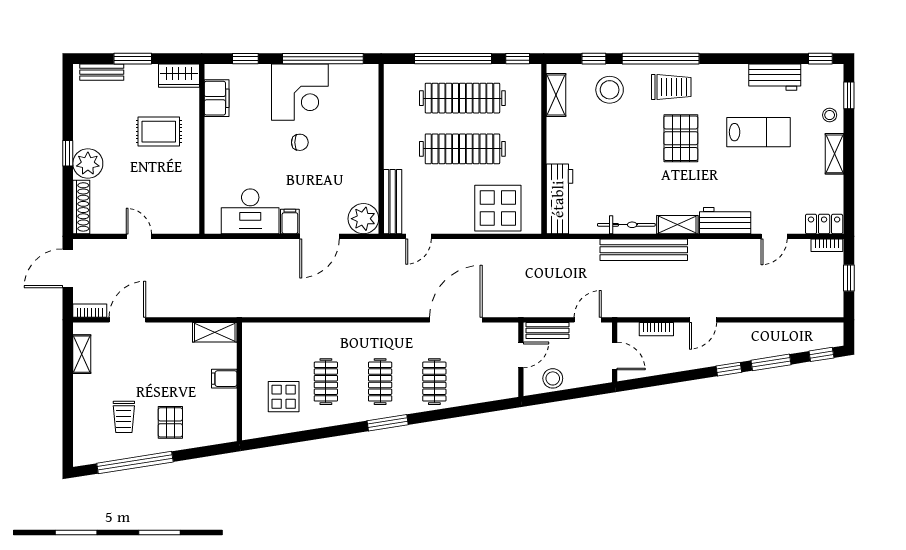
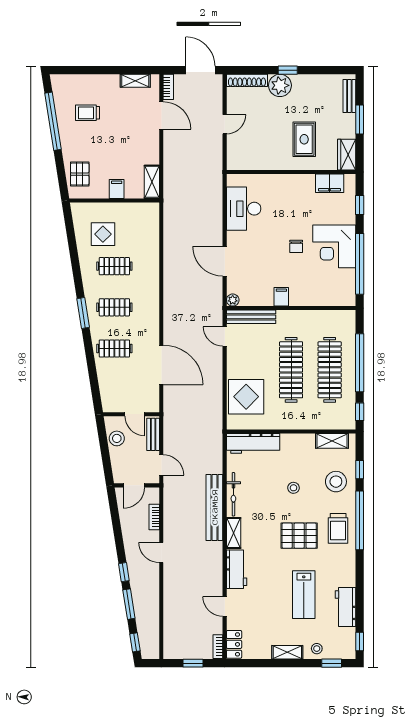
stool: (618, 146) -> (294, 488), added
plant: (363, 219) -> (233, 300), width x0.53, depth x0.53
filing cabinet: (290, 221) -> (281, 297), moved, turned -90
pallet: (170, 422) -> (80, 174), moved, turned 90

